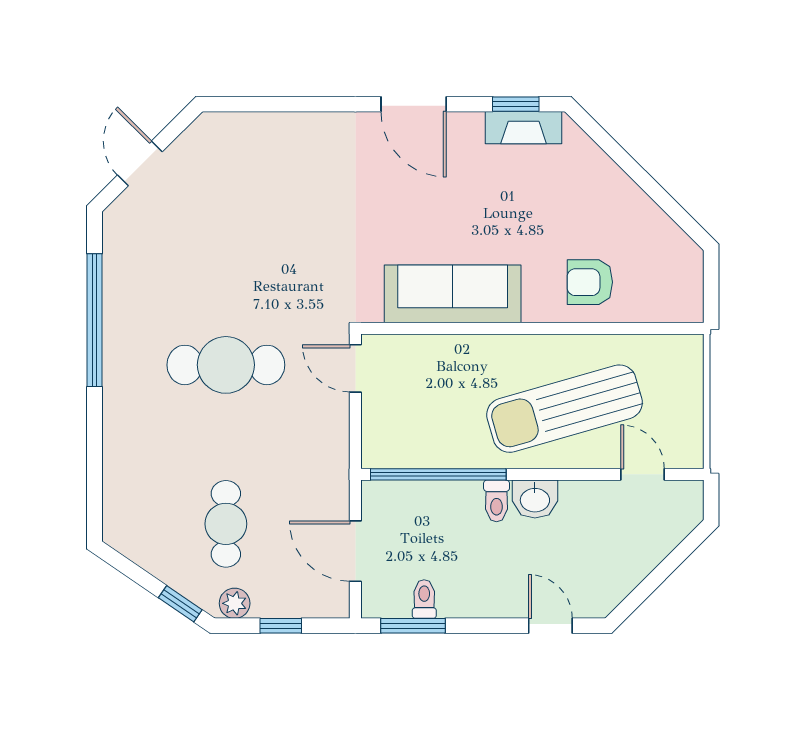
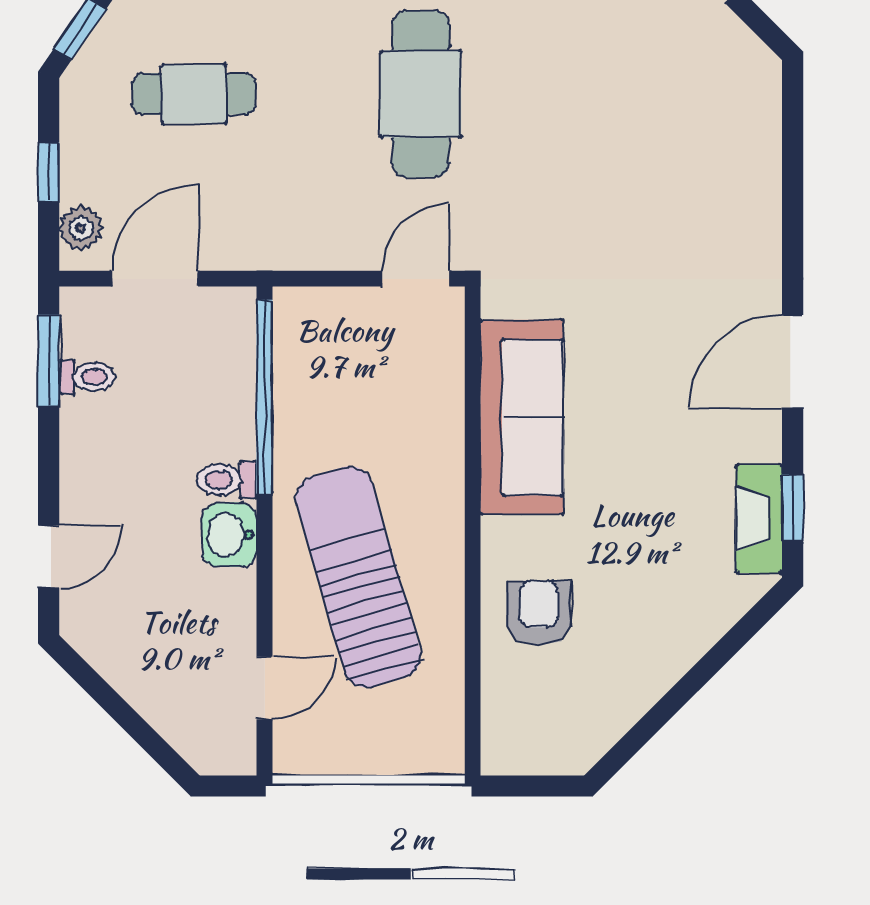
plant: (235, 603) -> (81, 228), moved

